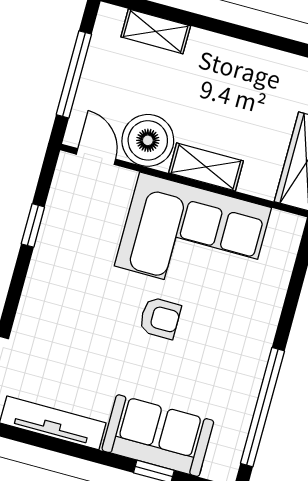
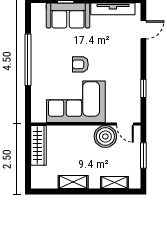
window: (74, 74) -> (143, 155), width x0.69
shelving: (206, 167) -> (73, 182), moved
window: (262, 407) -> (28, 60), moved

